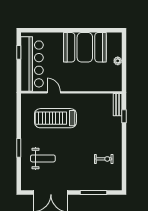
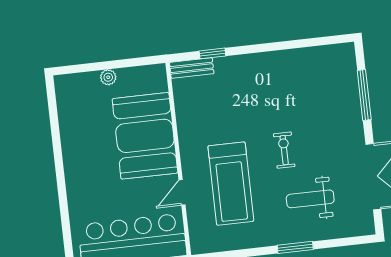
booth: (85, 47) -> (145, 136), moved
weight bench: (43, 158) -> (310, 199), turned -90
exercise bike: (104, 159) -> (284, 150), moved

